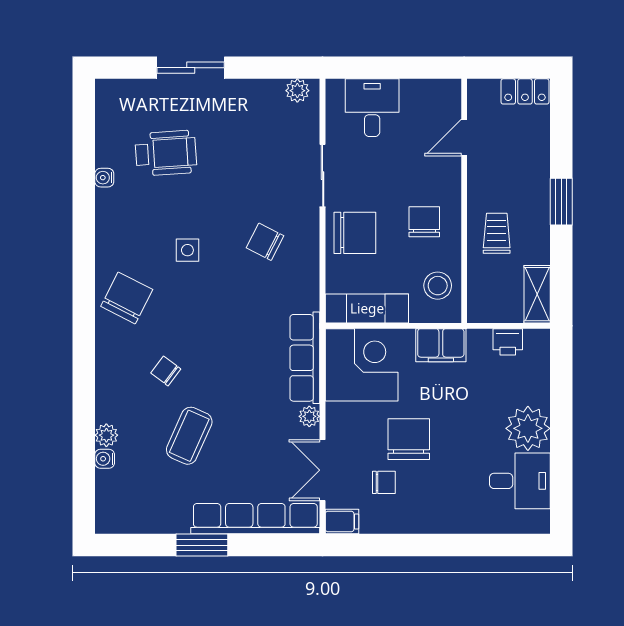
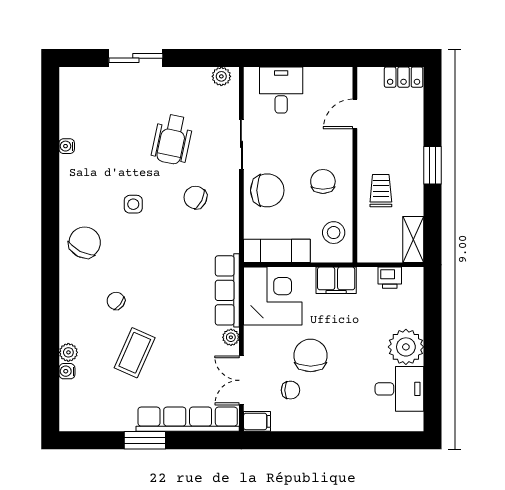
wheelchair: (166, 153) -> (172, 139), moved, turned 106

